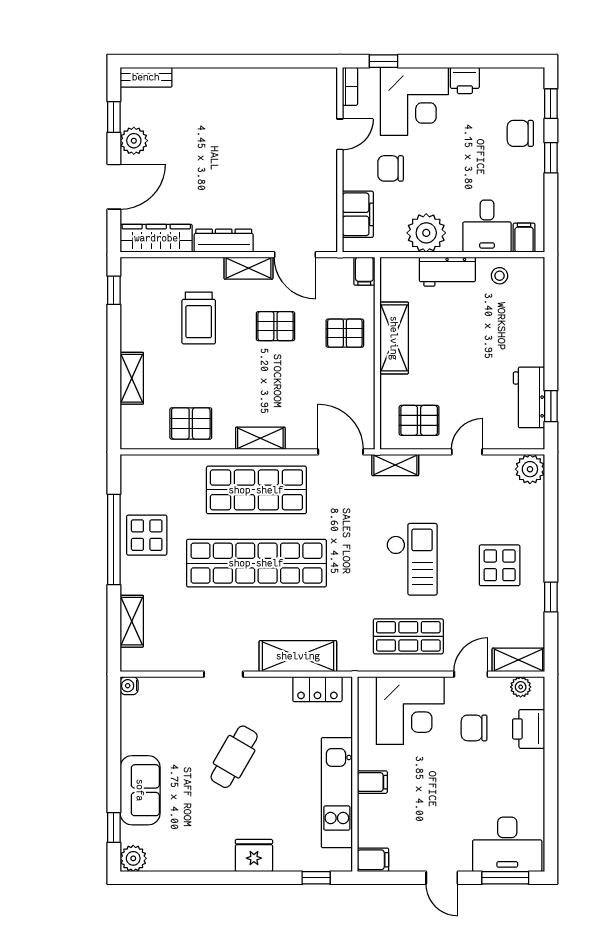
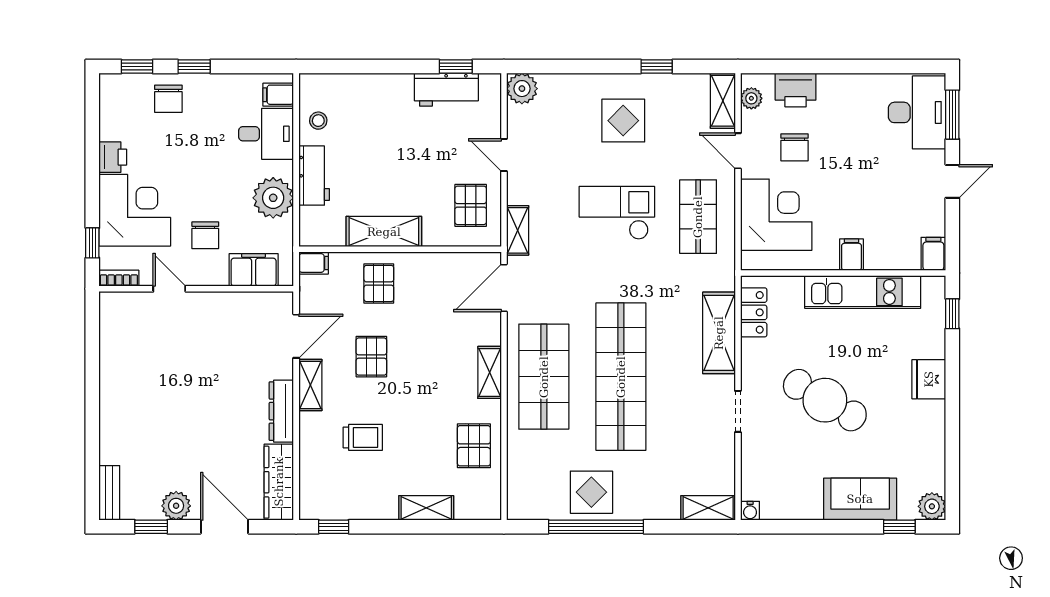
trolley: (199, 318) -> (363, 437), width x0.73, depth x0.72
shelving: (132, 621) -> (708, 508), moved
cafe table: (234, 757) -> (825, 400), width x1.37, depth x1.35

